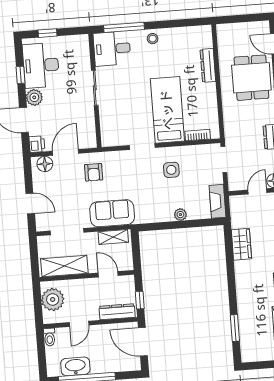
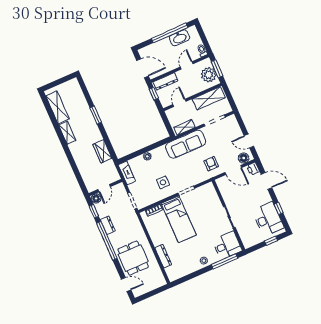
plant: (34, 97) -> (265, 197), removed
door: (65, 152) -> (233, 170), hinge flipped
door: (30, 204) -> (249, 141), moved
sofa: (112, 213) -> (186, 144), width x1.36
door: (108, 274) -> (179, 103), swing flipped
window: (38, 304) -> (217, 69), added
window: (235, 328) -> (96, 115), moved

